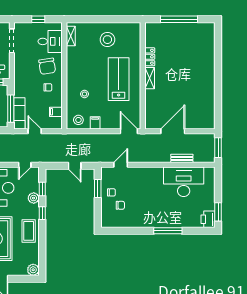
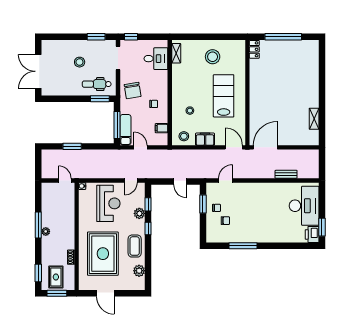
window: (38, 19) -> (131, 37), moved
locker: (150, 57) -> (254, 49), moved
chair: (47, 66) -> (133, 90), moved
shelving: (150, 78) -> (314, 119), moved
filing cabinet: (95, 123) -> (205, 139), width x2.00
door: (173, 131) -> (265, 147), moved
window: (218, 148) -> (322, 163), removed
desk: (184, 182) -> (304, 206), moved, turned 90
window: (168, 231) -> (243, 246), moved
plant: (33, 270) -> (139, 271), moved

